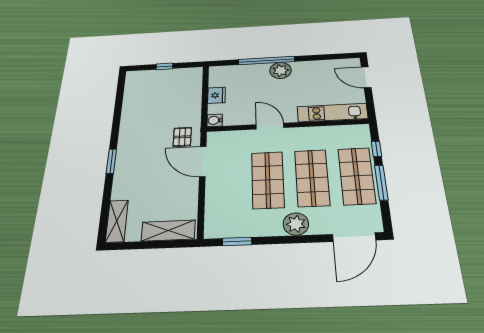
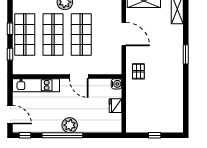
window: (342, 56) -> (25, 135), added
window: (266, 61) -> (62, 135), moved
door: (203, 161) -> (124, 34), moved
window: (381, 182) -> (10, 29), width x0.46

